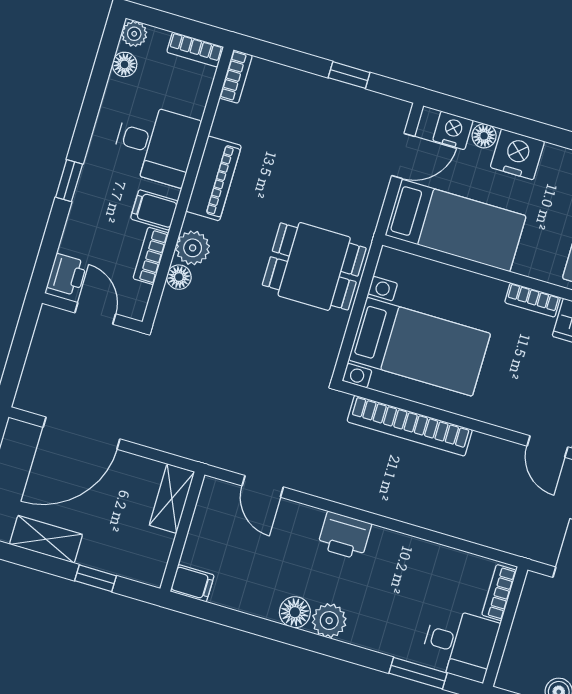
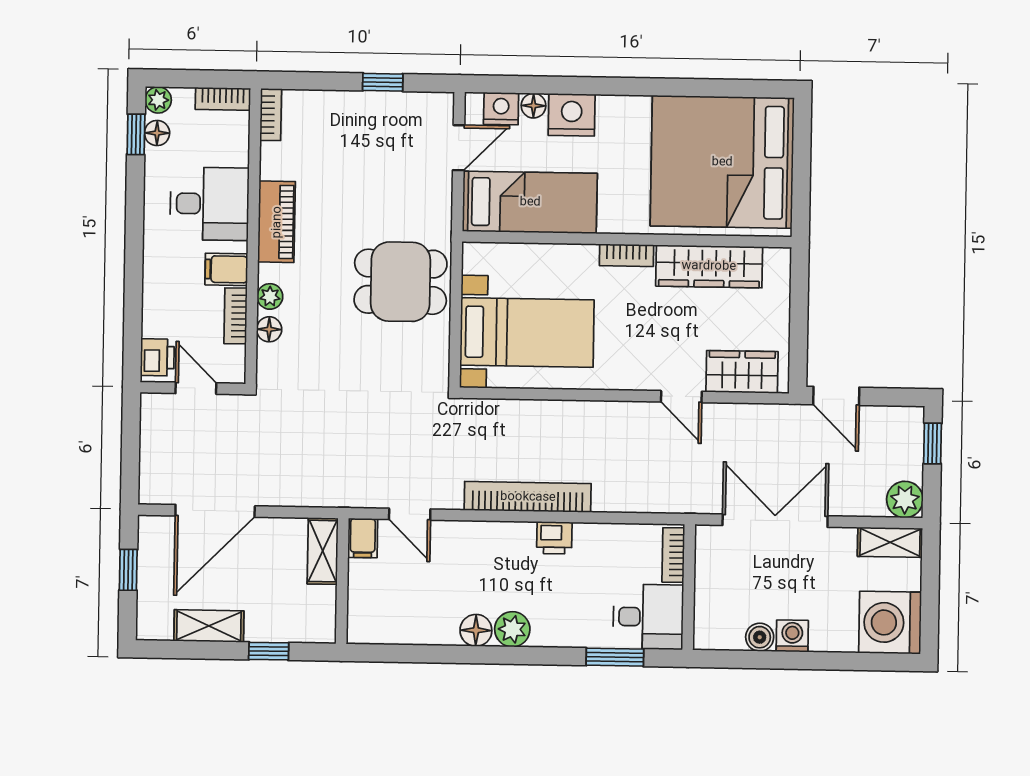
window: (69, 181) -> (136, 134), moved
plant: (193, 248) -> (270, 296), width x0.73, depth x0.73
bookcase: (410, 426) -> (528, 497), moved, turned 180
printer: (344, 536) -> (554, 538), moved, width x0.73, depth x0.81
filing cabinet: (192, 583) -> (363, 538), moved, turned 90

